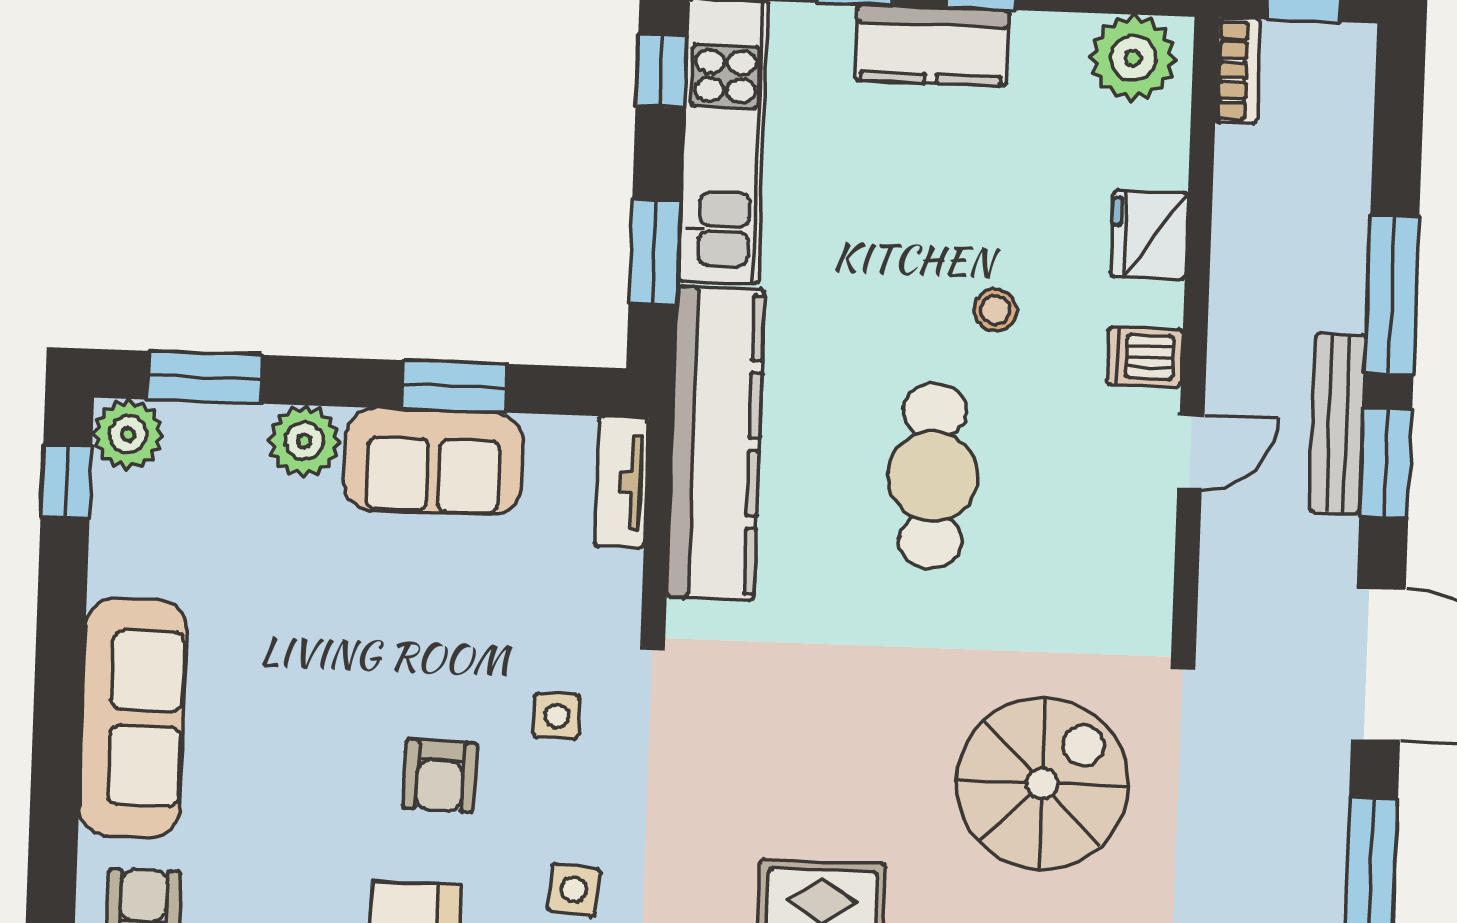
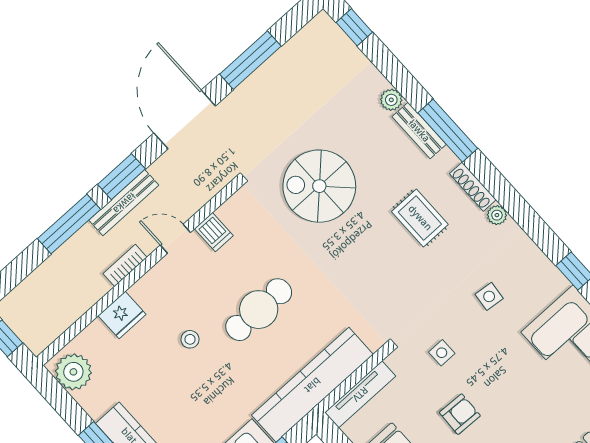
bookcase: (1238, 70) -> (125, 265), moved
dishwasher: (1145, 357) -> (214, 232), moved
tv unit: (622, 482) -> (360, 394), width x1.41
armchair: (440, 776) -> (460, 414), moved

